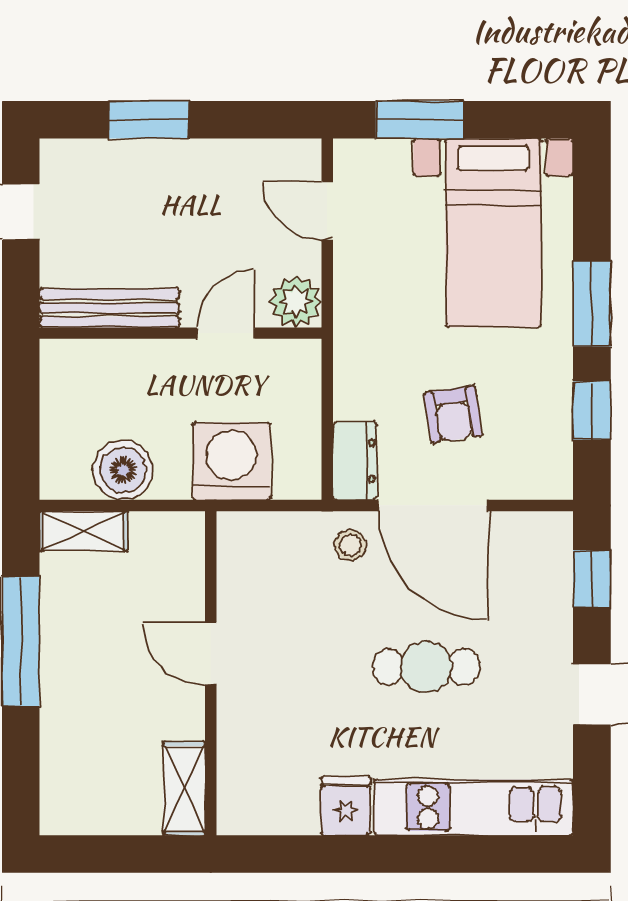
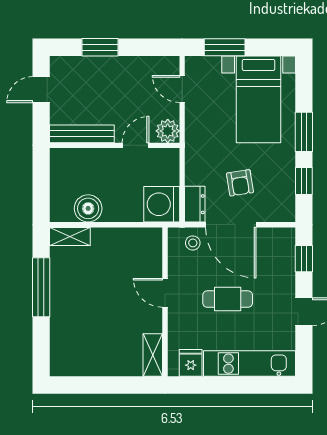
washing machine: (231, 461) -> (162, 204), moved, turned -90
door: (211, 653) -> (165, 293), moved
wall: (211, 673) -> (165, 302), moved
shelving: (184, 789) -> (153, 355), moved

